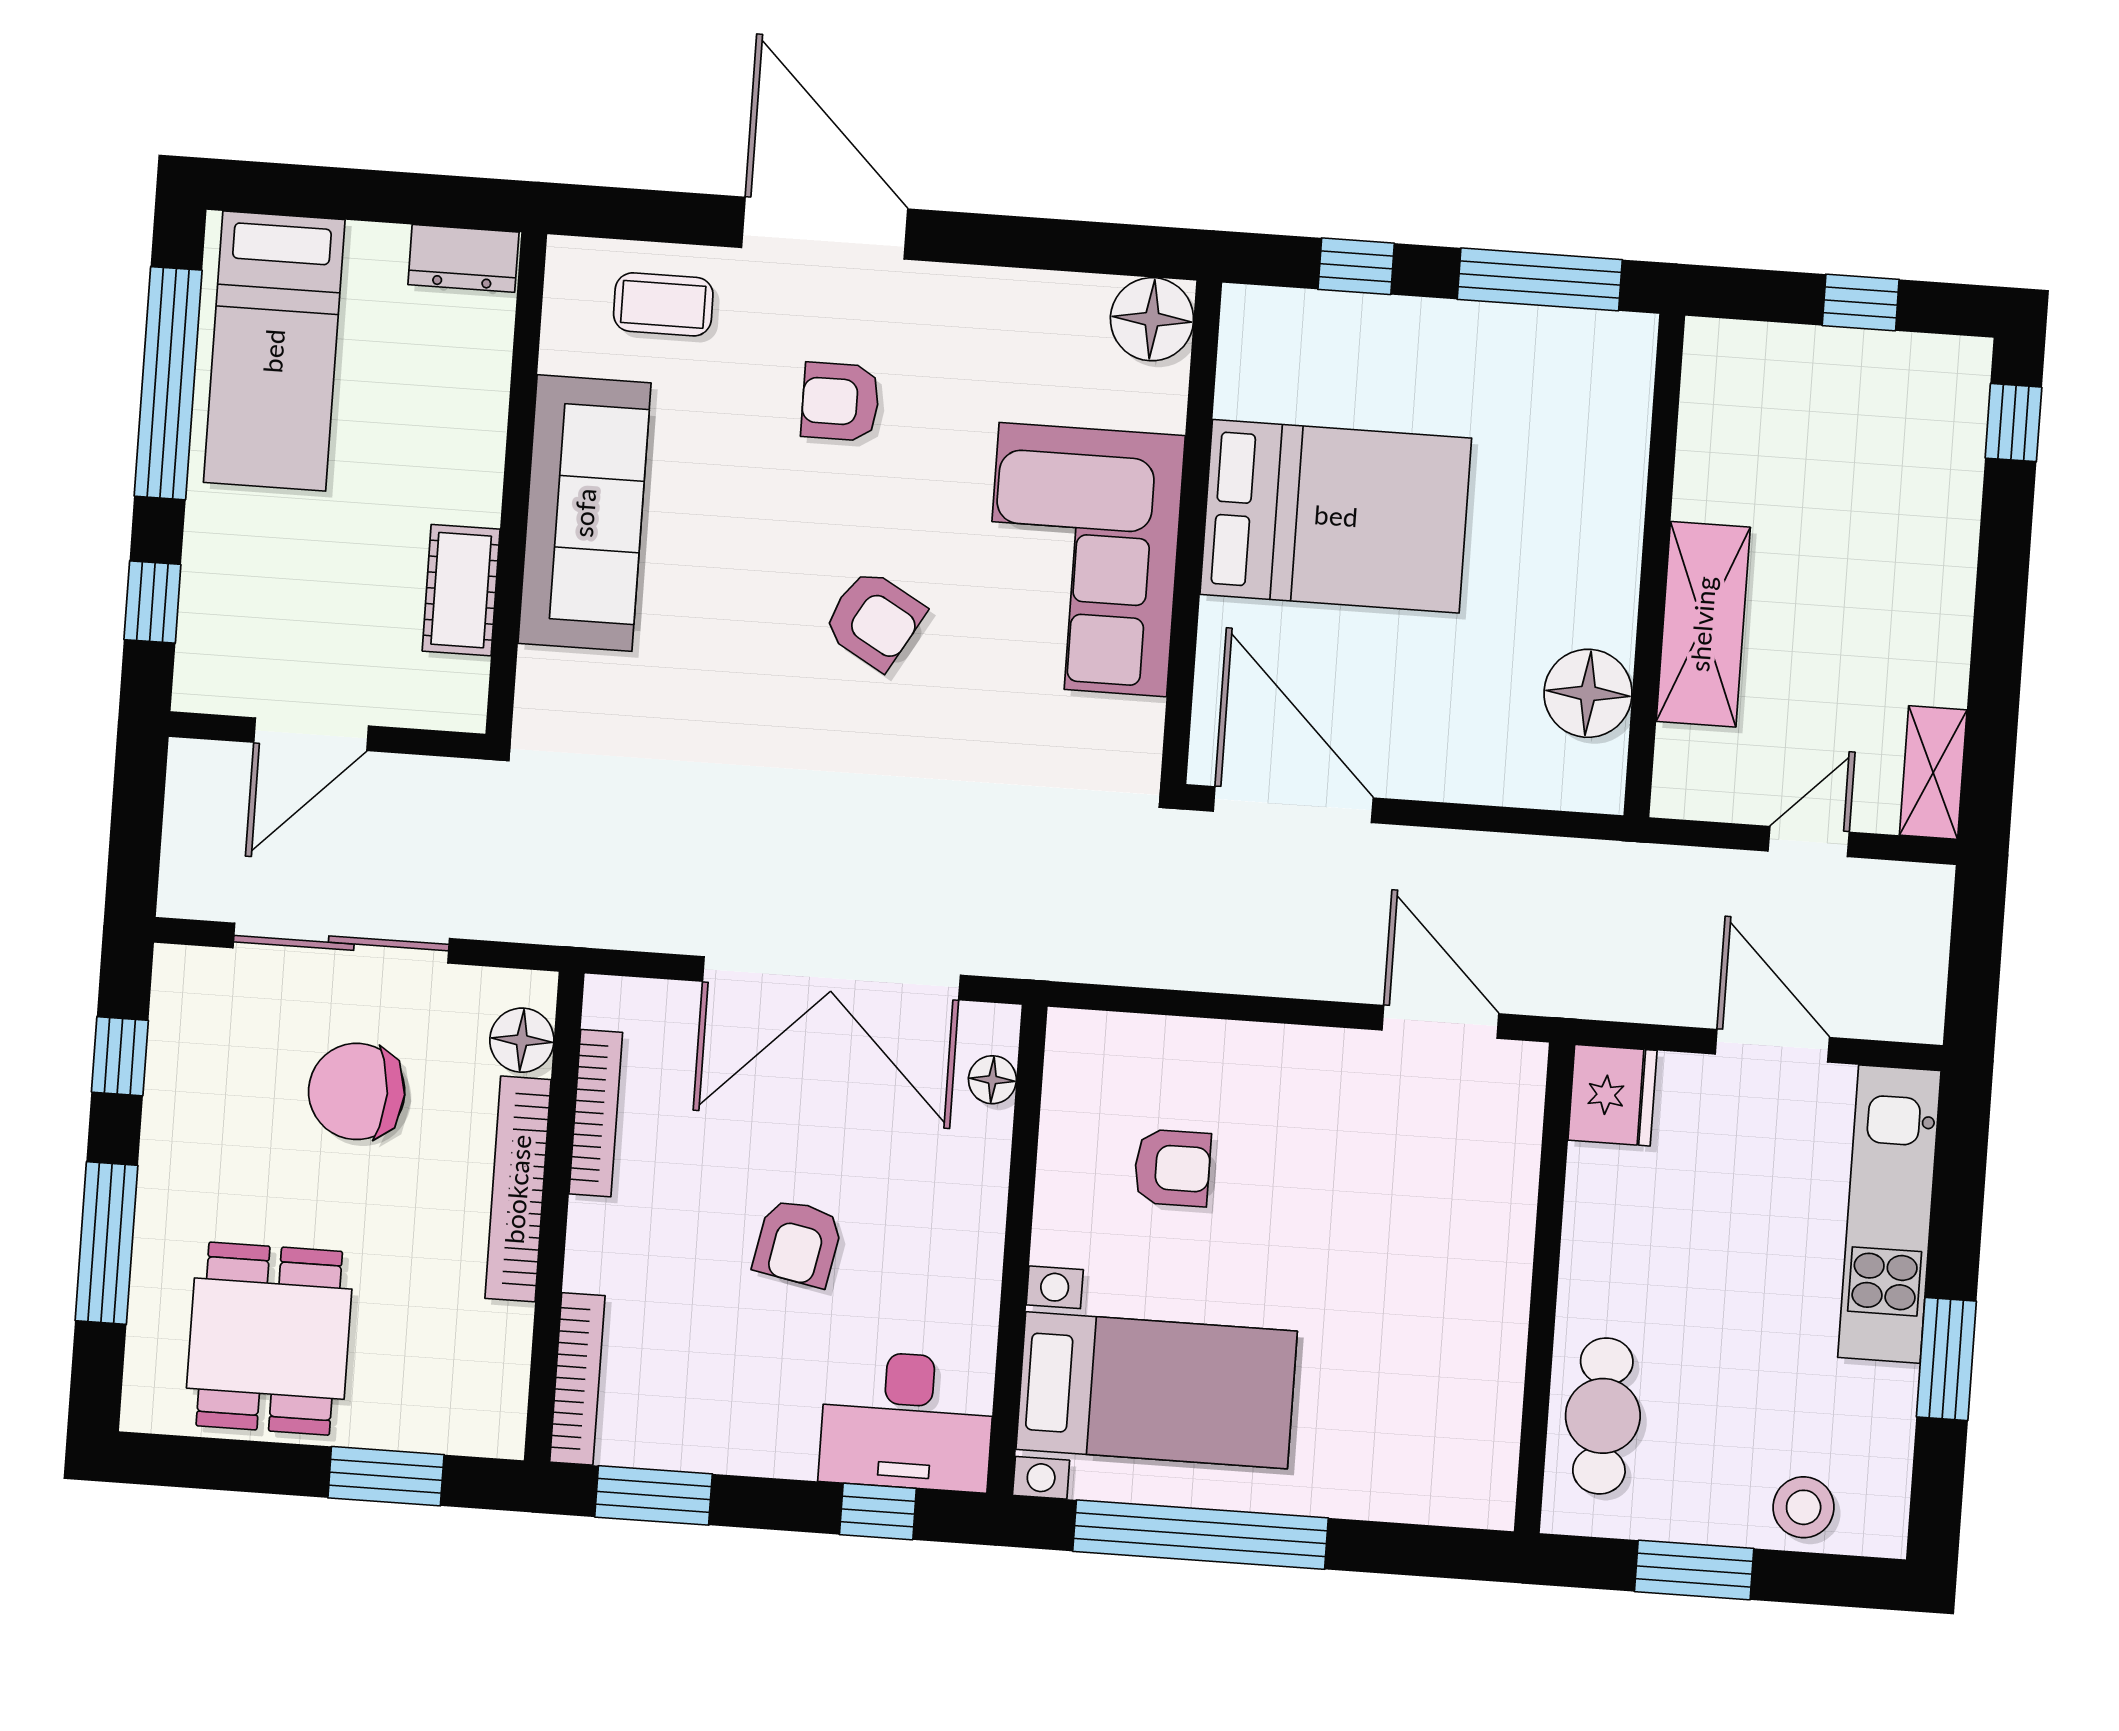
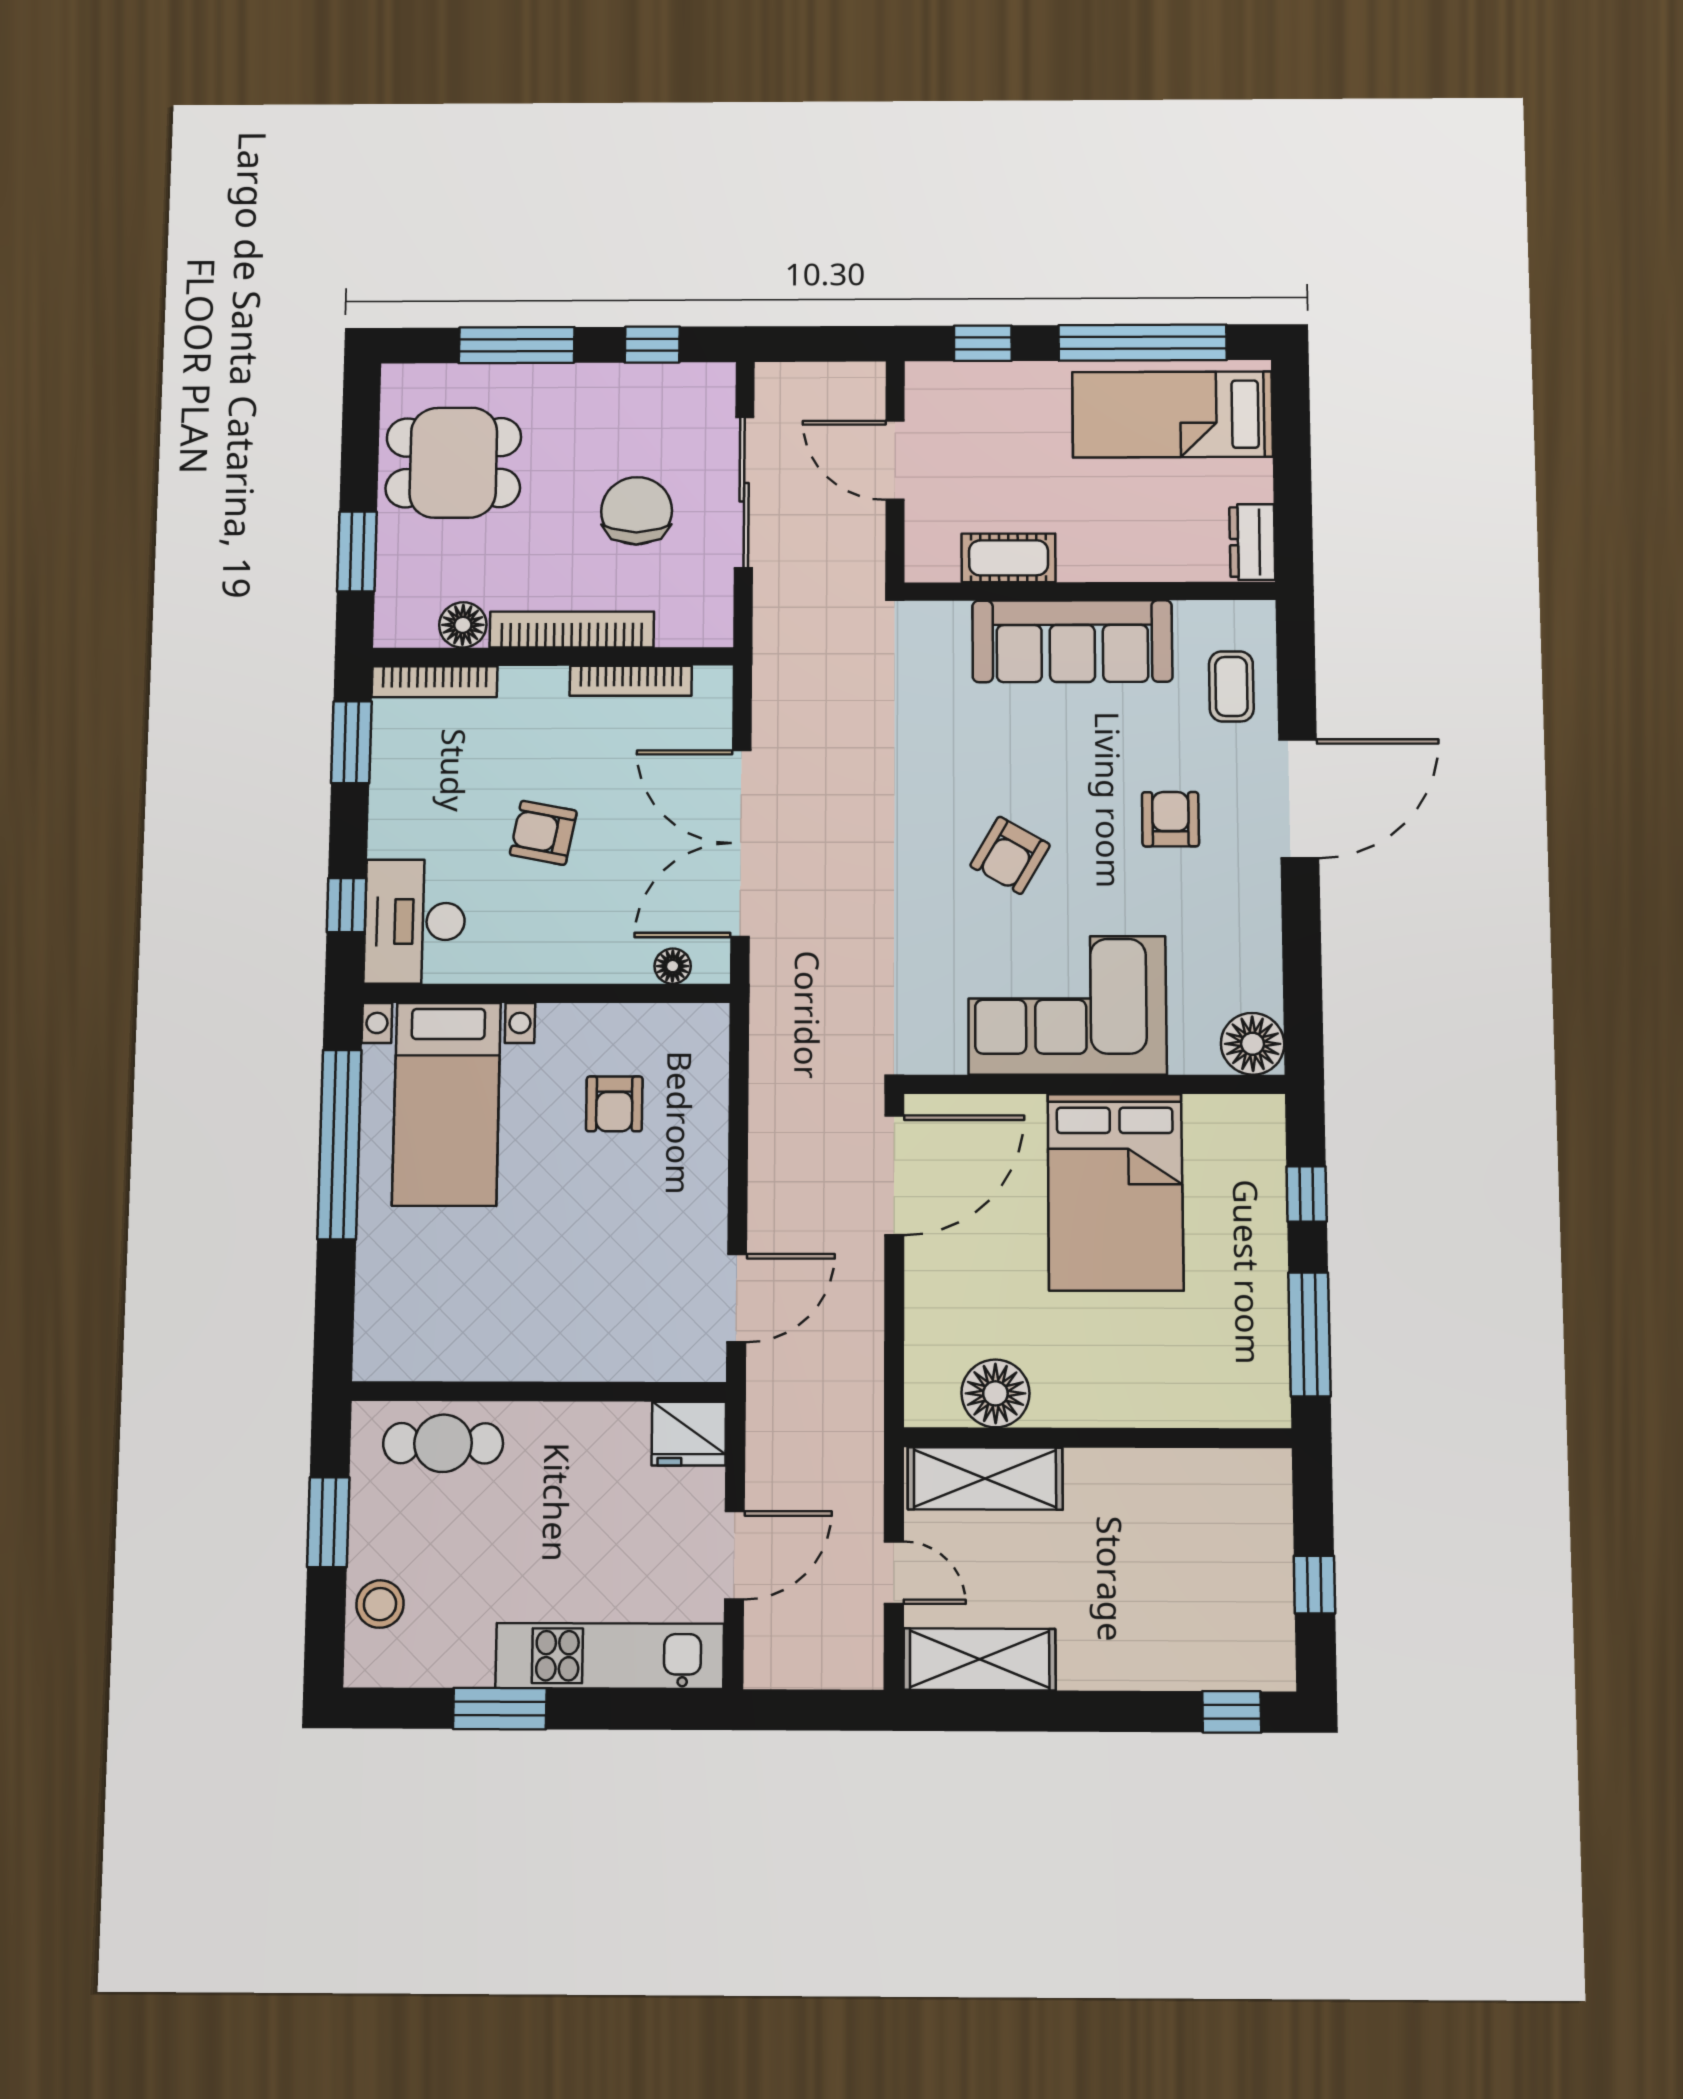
shelving: (1703, 624) -> (985, 1479), moved
shelving: (1933, 772) -> (980, 1659), width x1.50, depth x1.33
floor lamp: (522, 1040) -> (463, 625), moved

